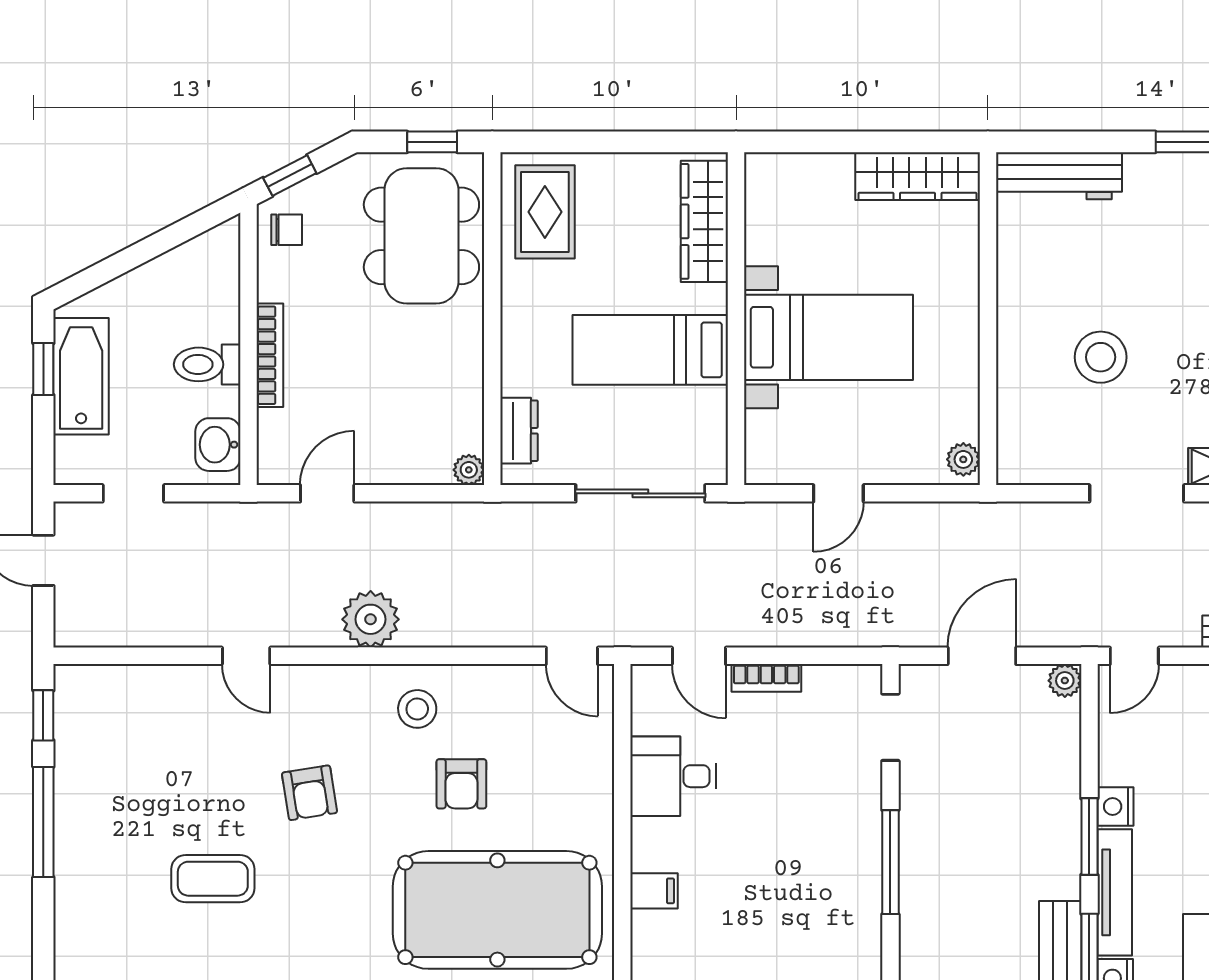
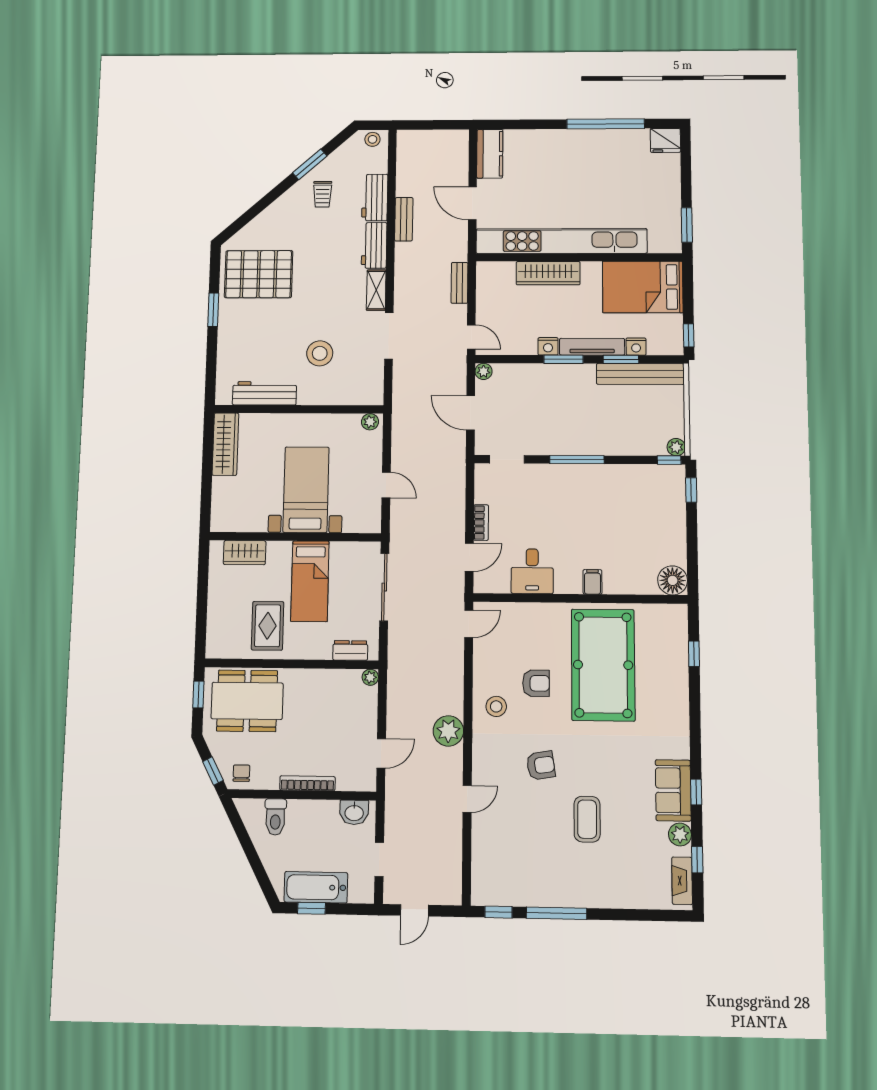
workbench: (1059, 176) -> (264, 393), moved, turned -90
rug: (545, 212) -> (268, 626), moved, turned 90
wardrobe: (704, 221) -> (245, 553), width x0.67
toilet: (207, 364) -> (275, 817), moved
door: (327, 493) -> (381, 753), swing flipped

